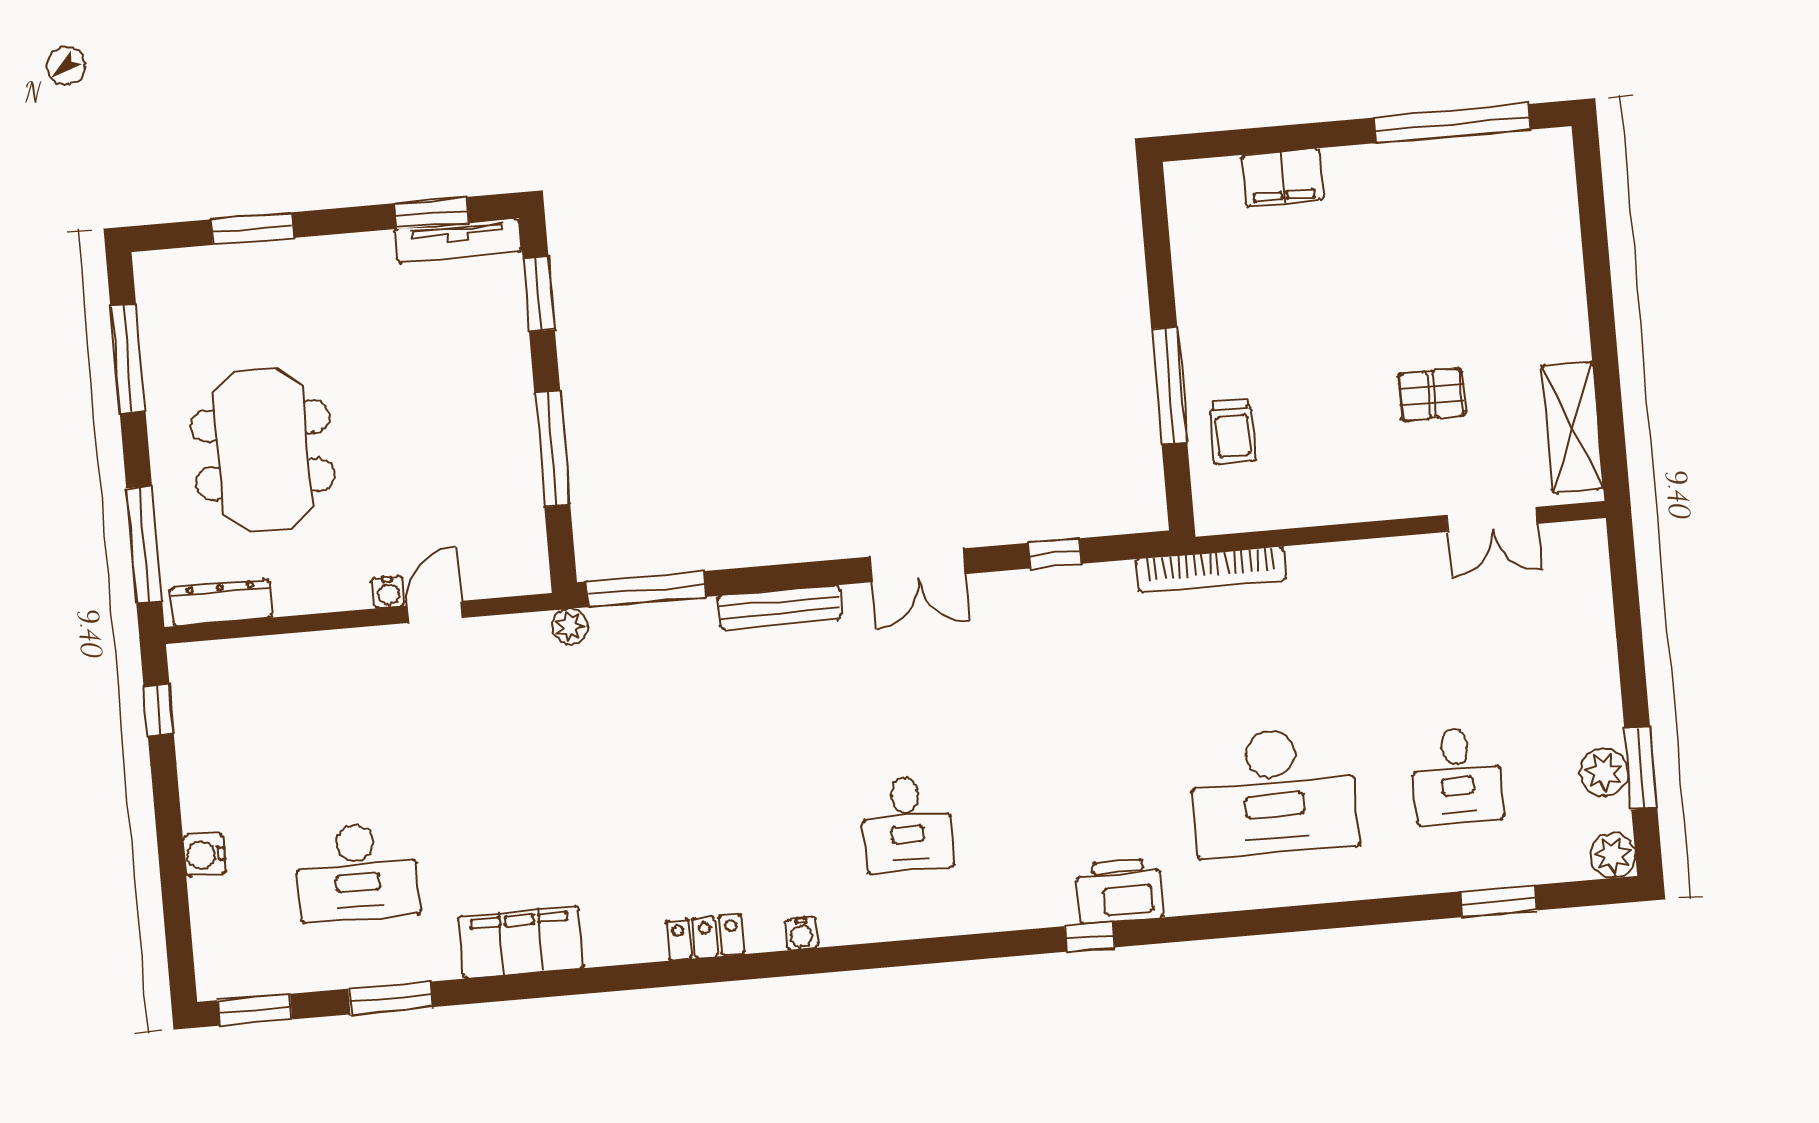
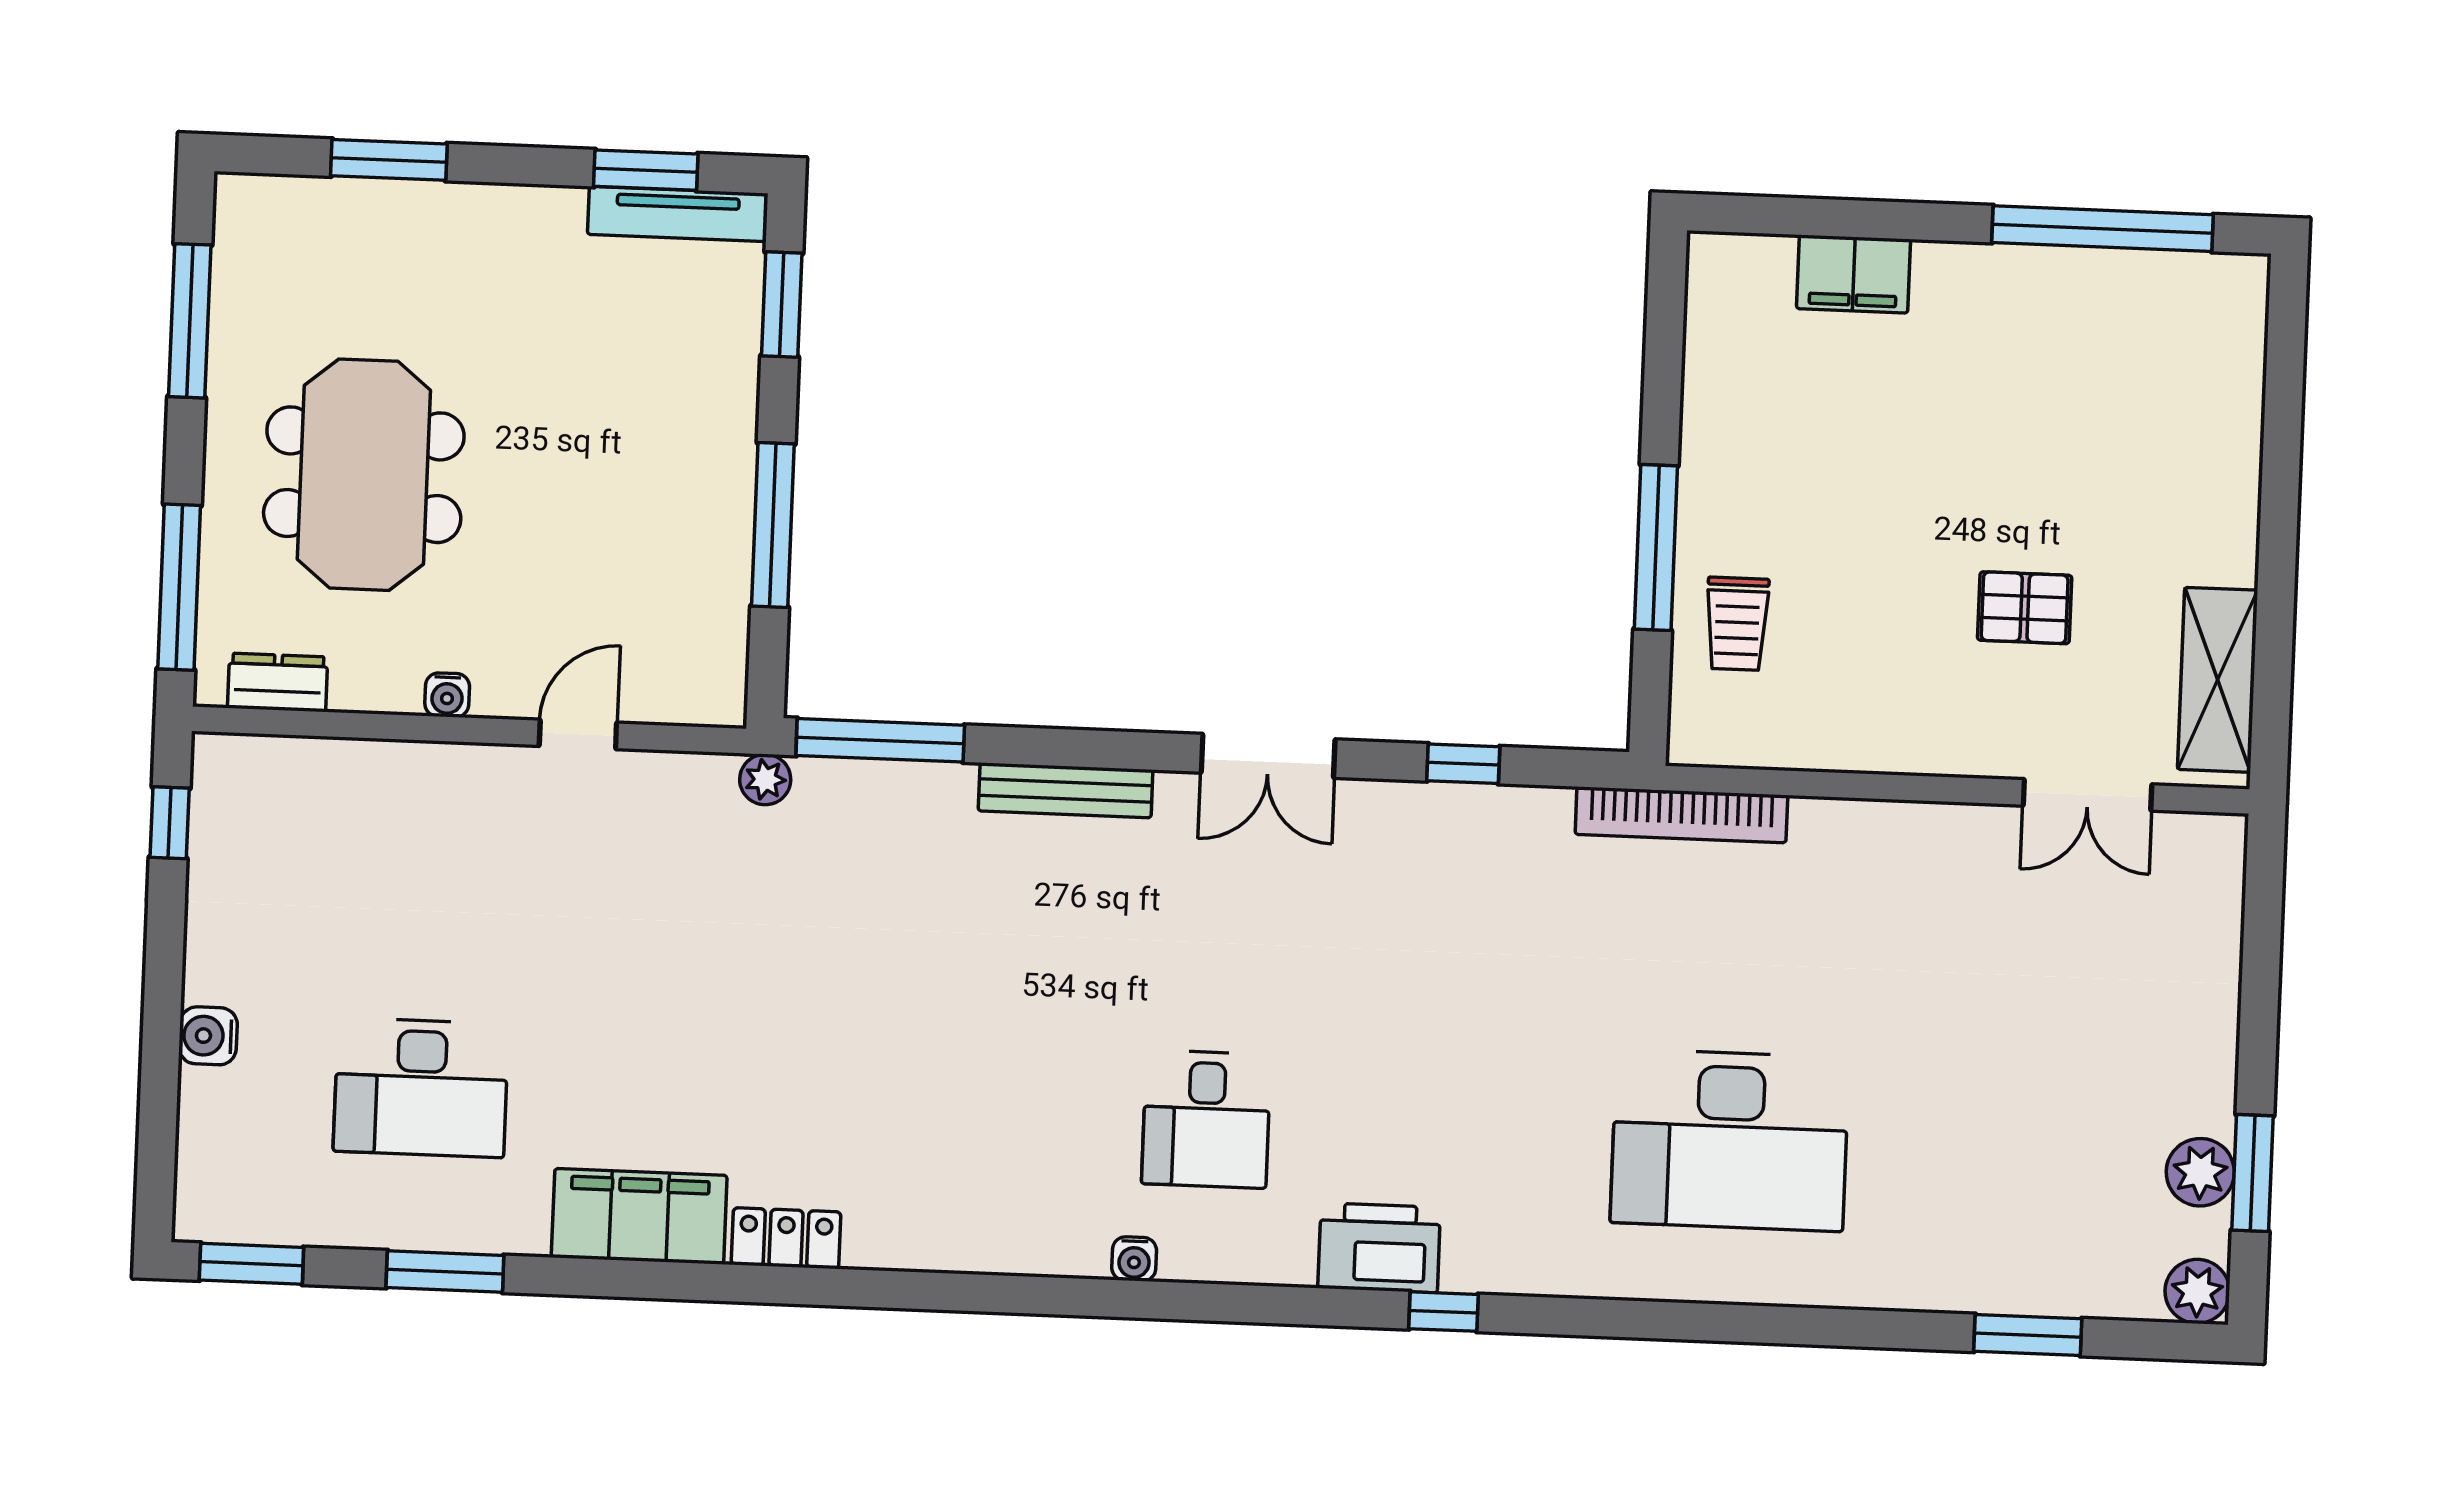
water cooler: (388, 592) -> (447, 695), moved
dresser: (221, 603) -> (278, 682), width x0.70
desk: (1457, 776) -> (1991, 1151), removed
printer: (1120, 891) -> (1379, 1248), moved
water cooler: (802, 934) -> (1134, 1259), moved
locker: (705, 937) -> (786, 1238), moved

